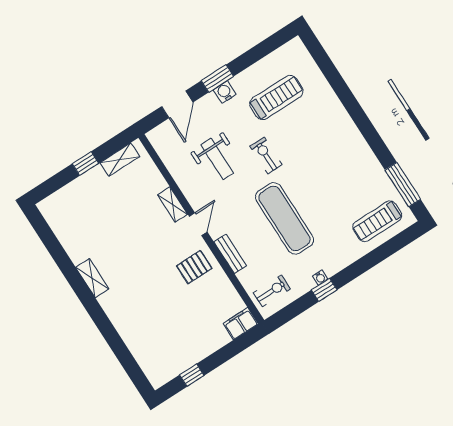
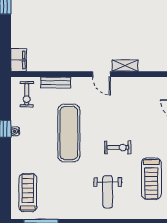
weight bench: (217, 159) -> (108, 192), moved, turned -90
exercise mat: (284, 218) -> (69, 133), turned 90
bench: (230, 254) -> (56, 83), moved
pallet: (194, 267) -> (75, 53), removed

